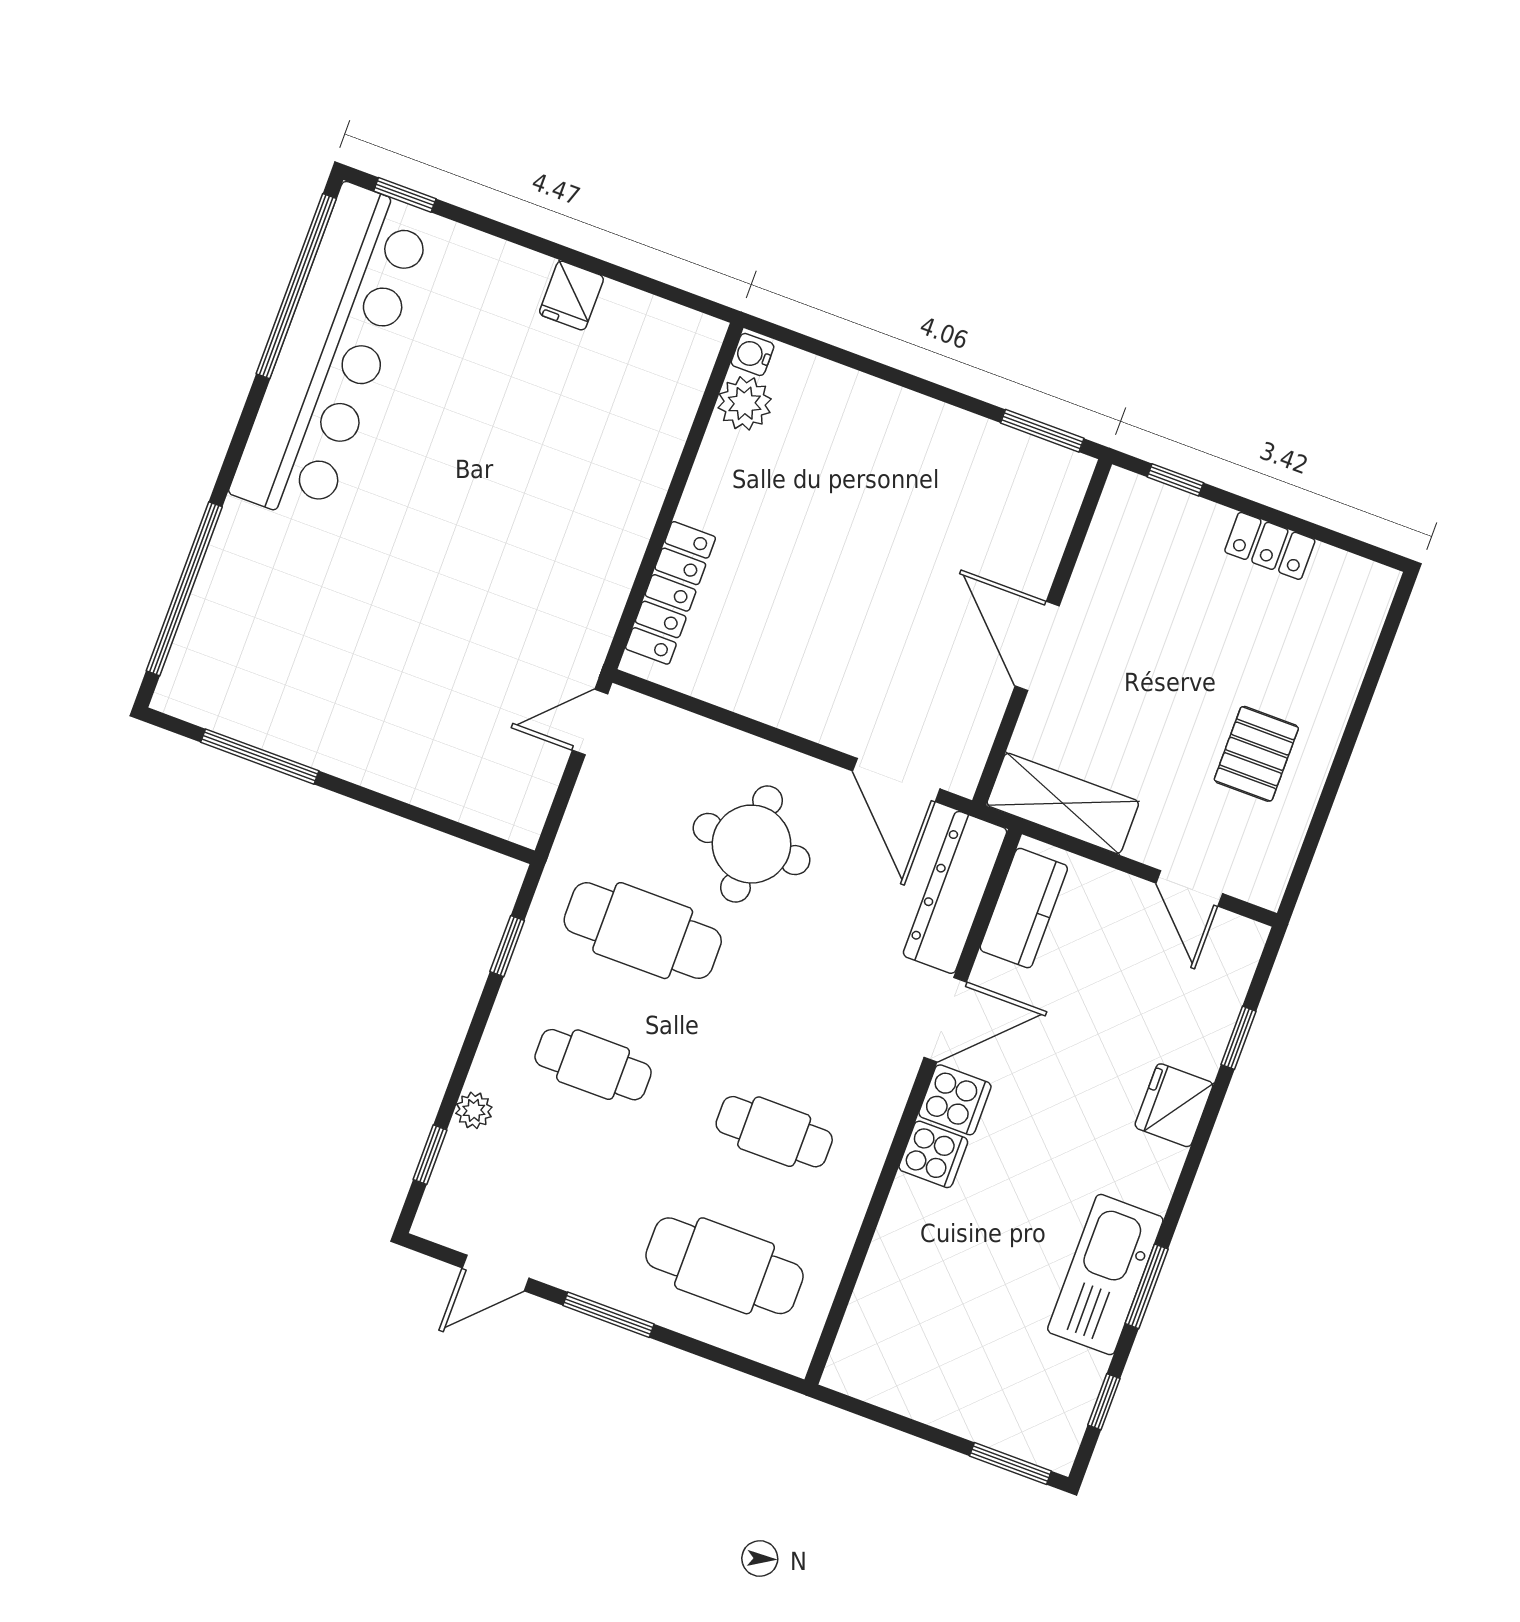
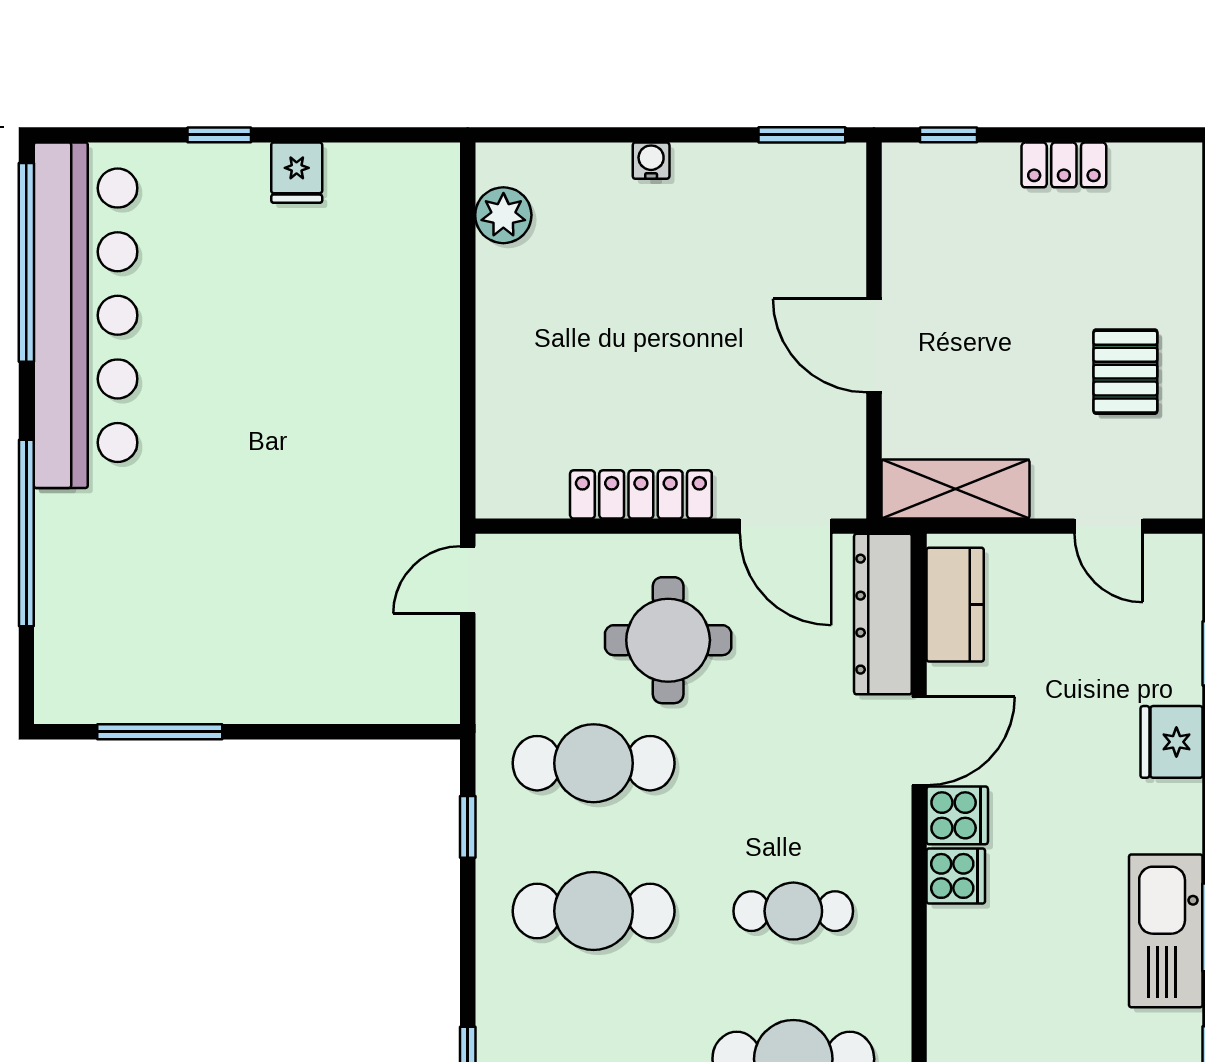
window: (405, 195) -> (219, 135), moved
water cooler: (753, 354) -> (651, 161), moved, turned 90
window: (184, 589) -> (26, 533), moved
locker: (671, 593) -> (641, 494), moved, turned -90
cafe table: (593, 1065) -> (594, 911), width x1.37, depth x1.35
plant: (474, 1110) -> (494, 998), removed

